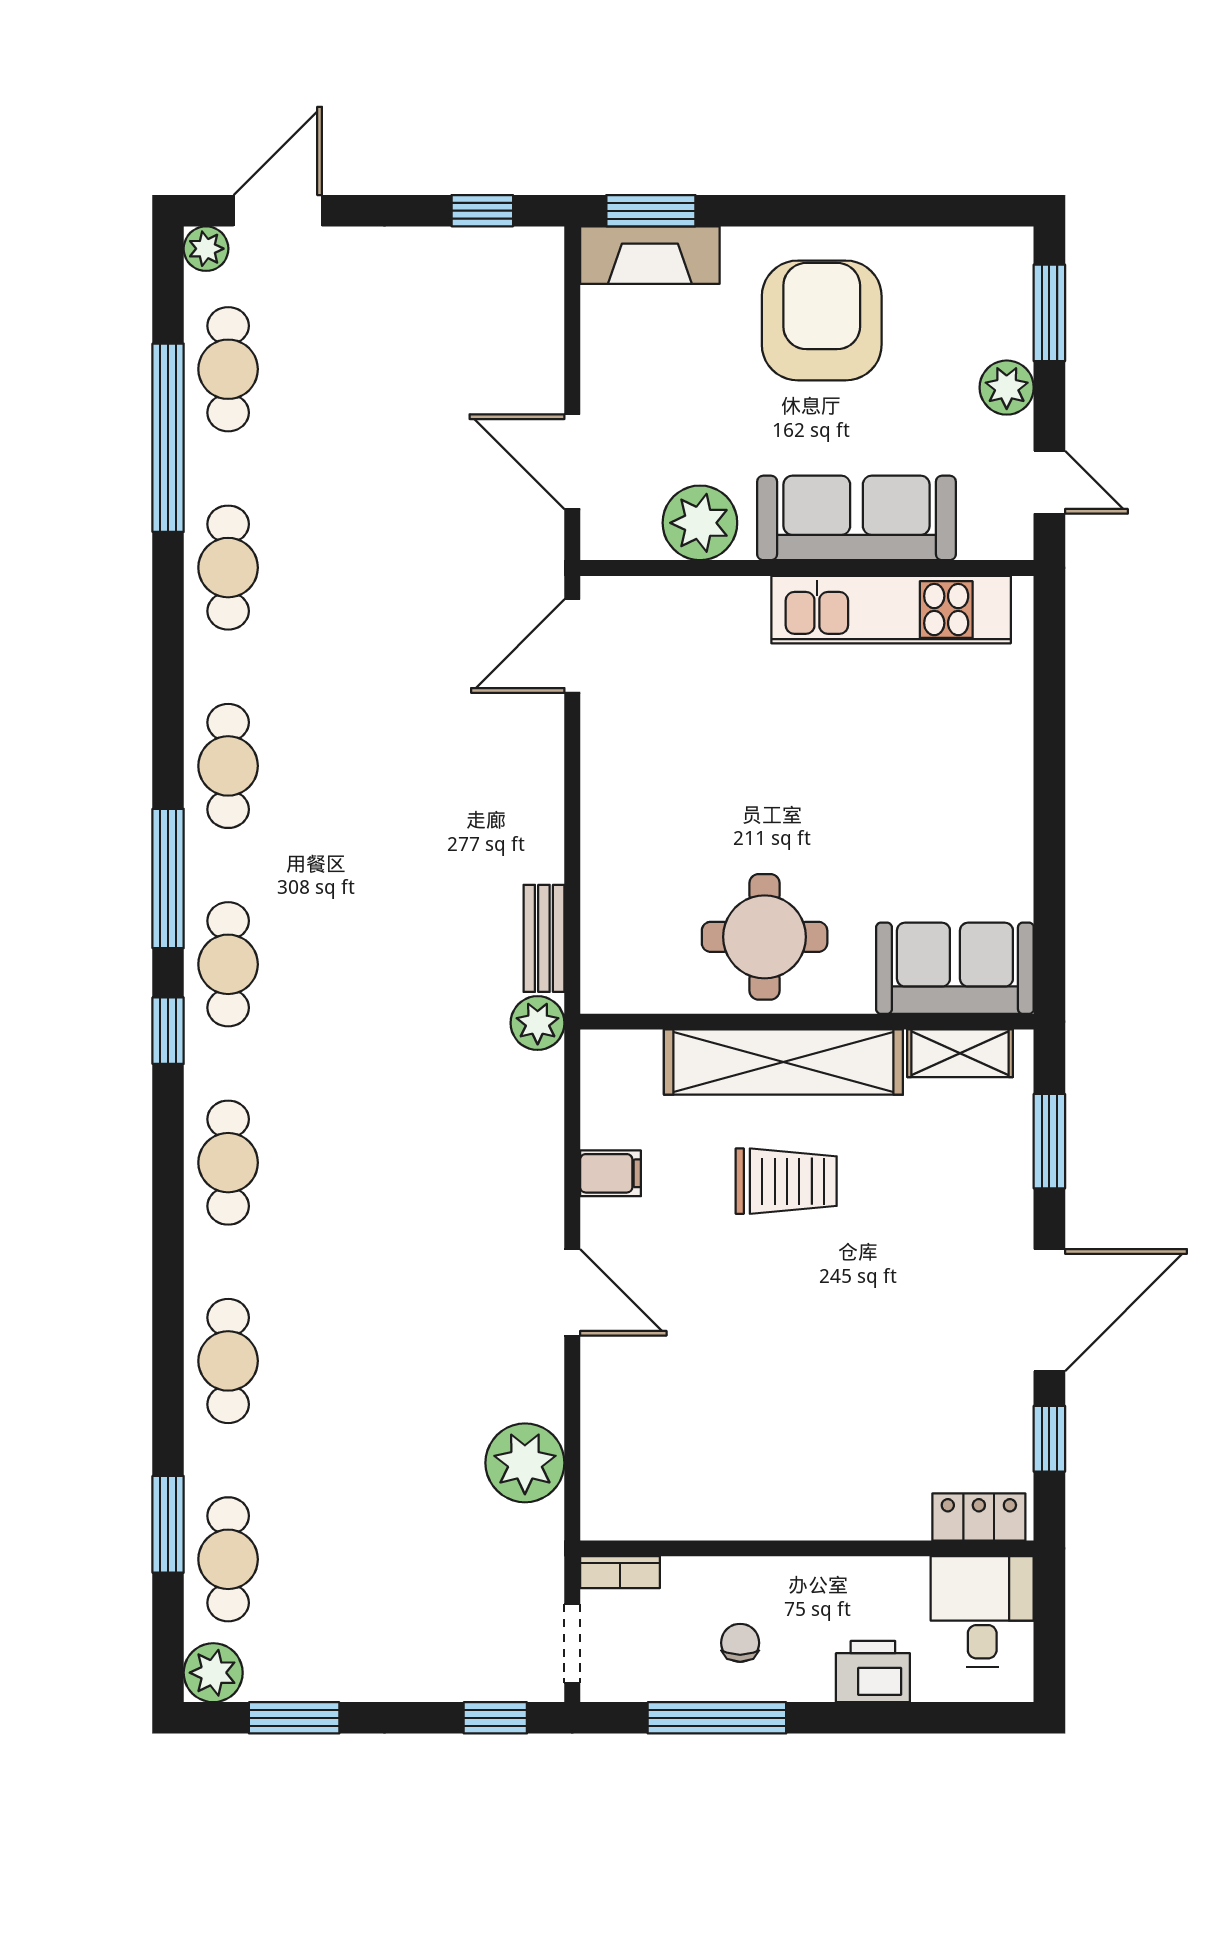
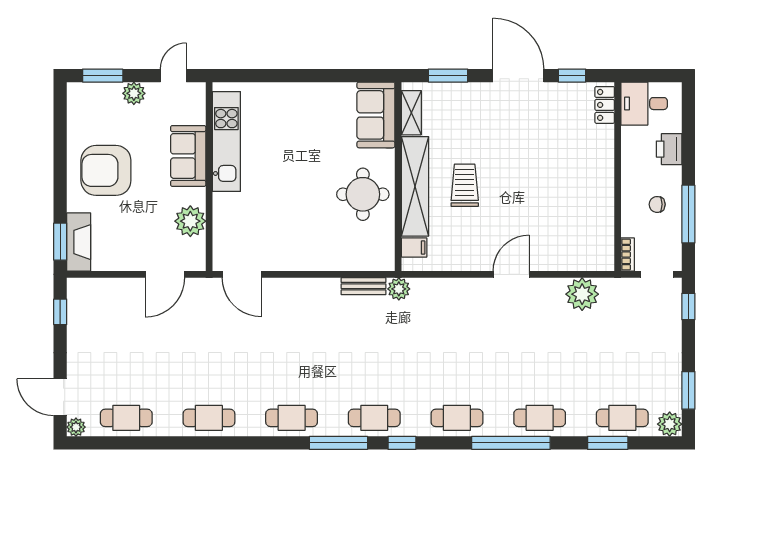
window: (168, 438) -> (511, 443), moved
sofa: (857, 518) -> (188, 156), width x0.73
filing cabinet: (611, 1173) -> (414, 247), moved, turned 90

